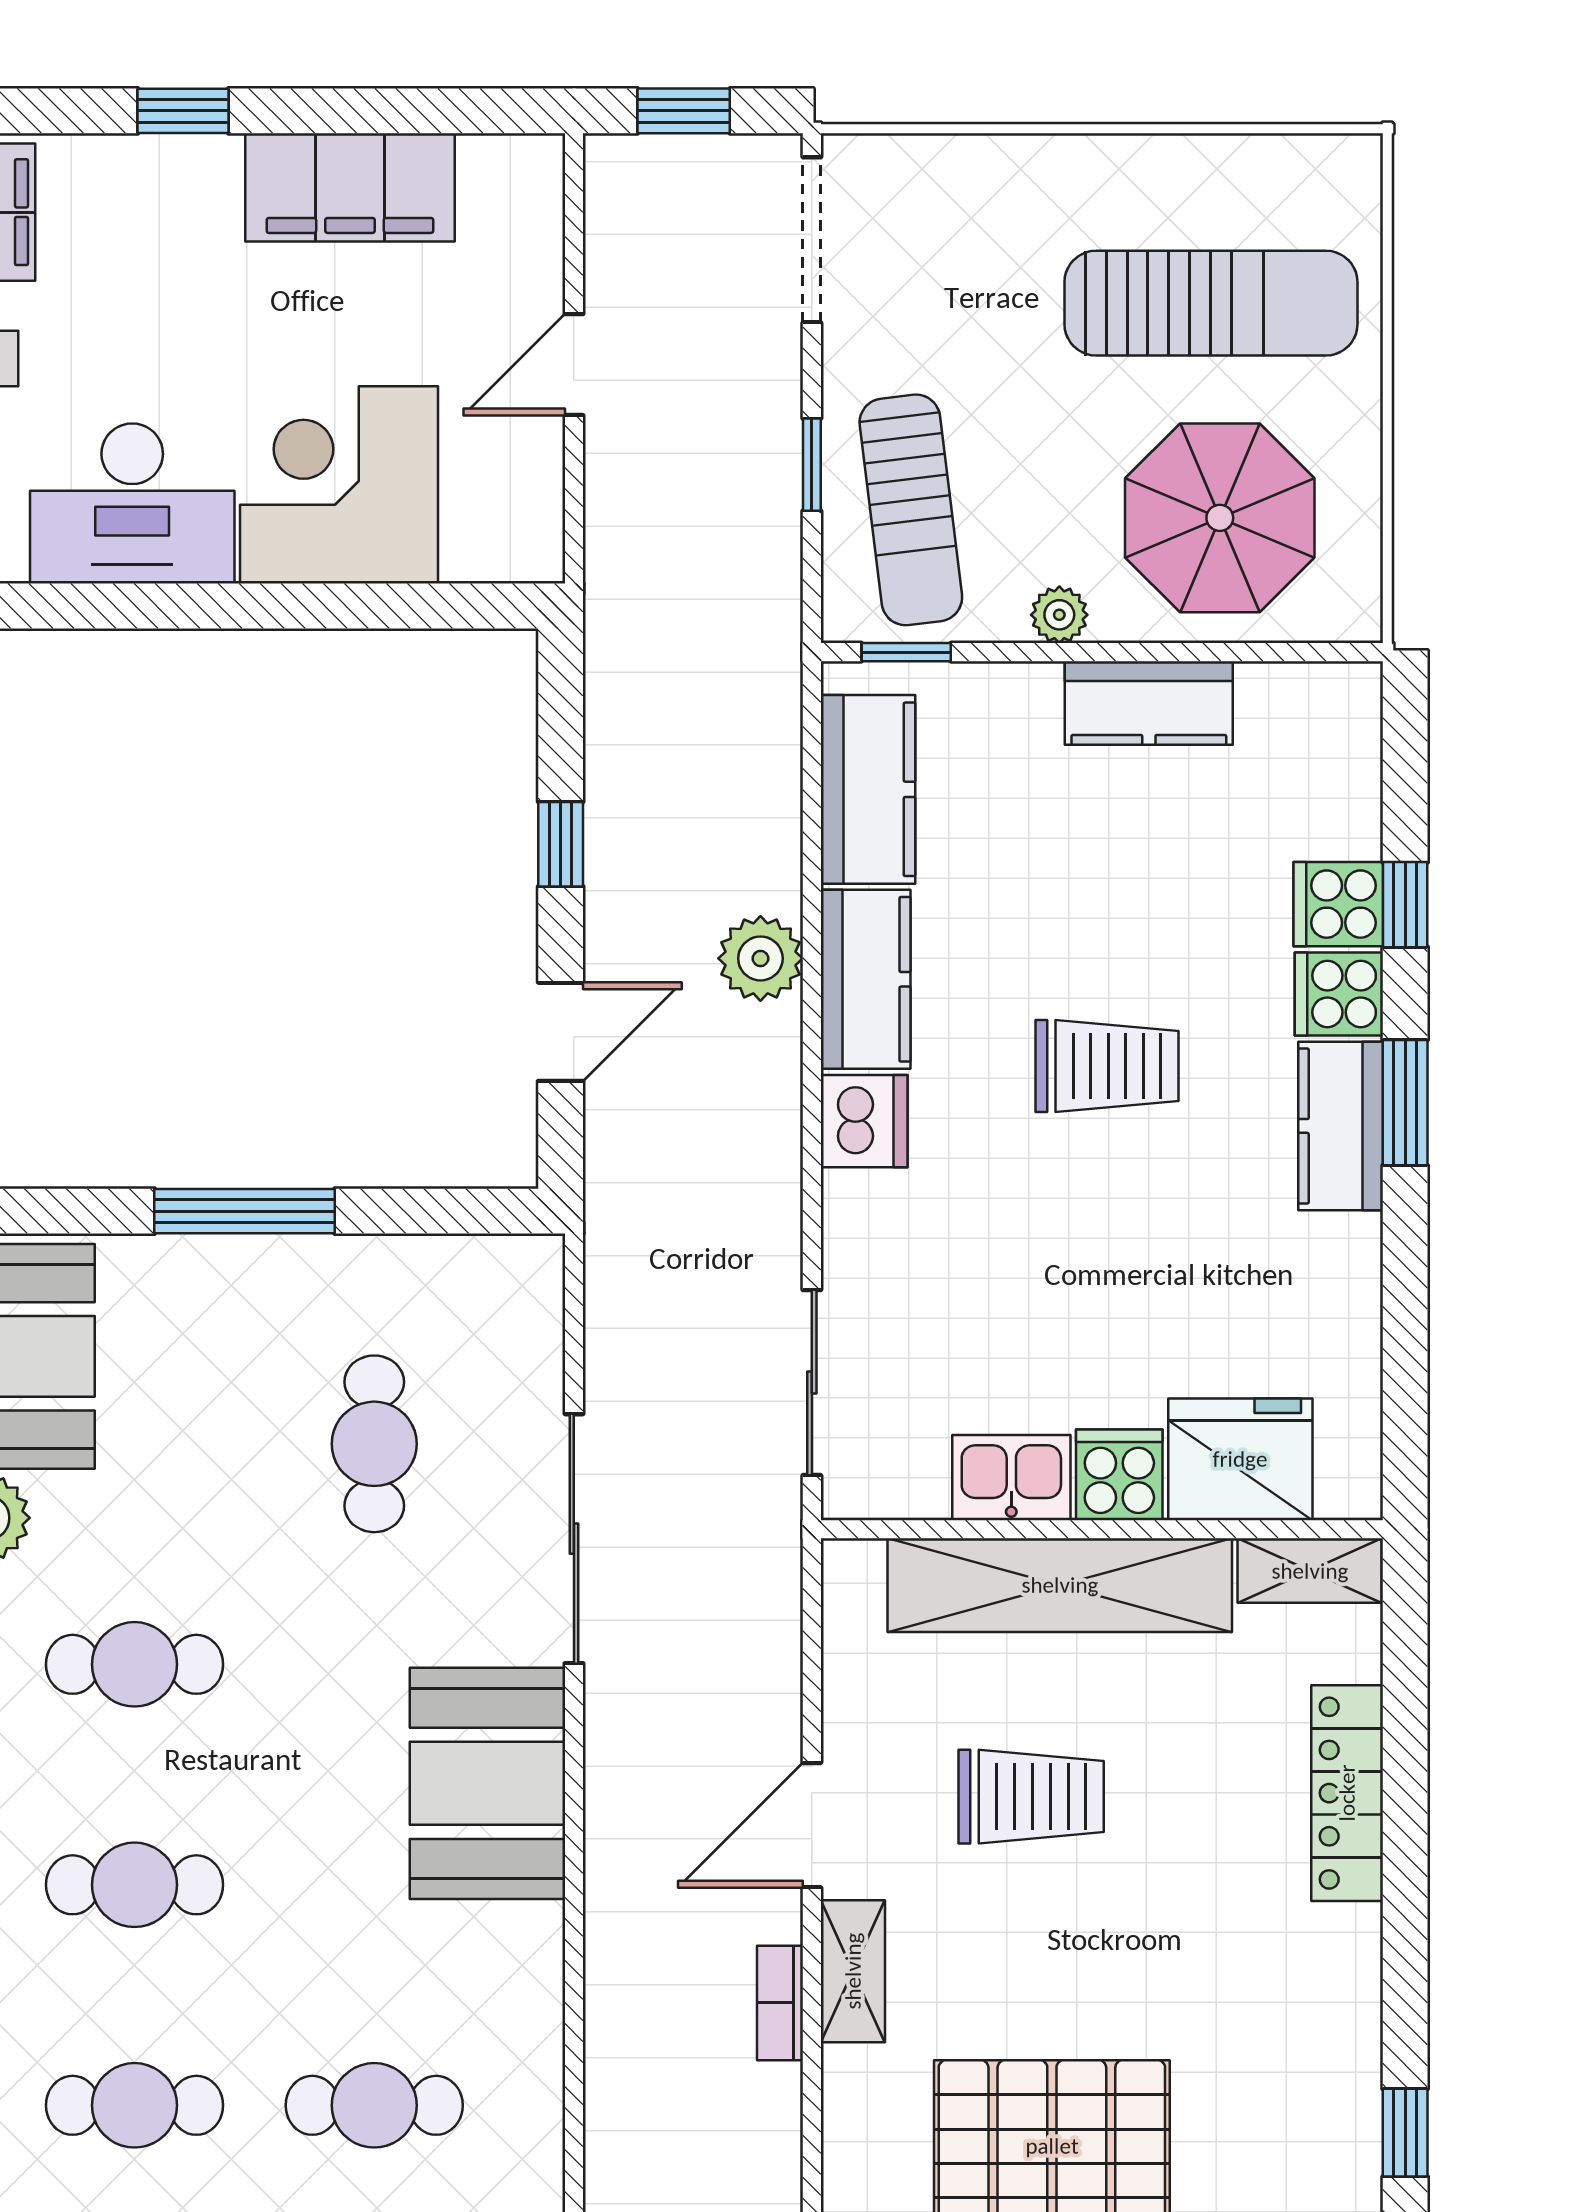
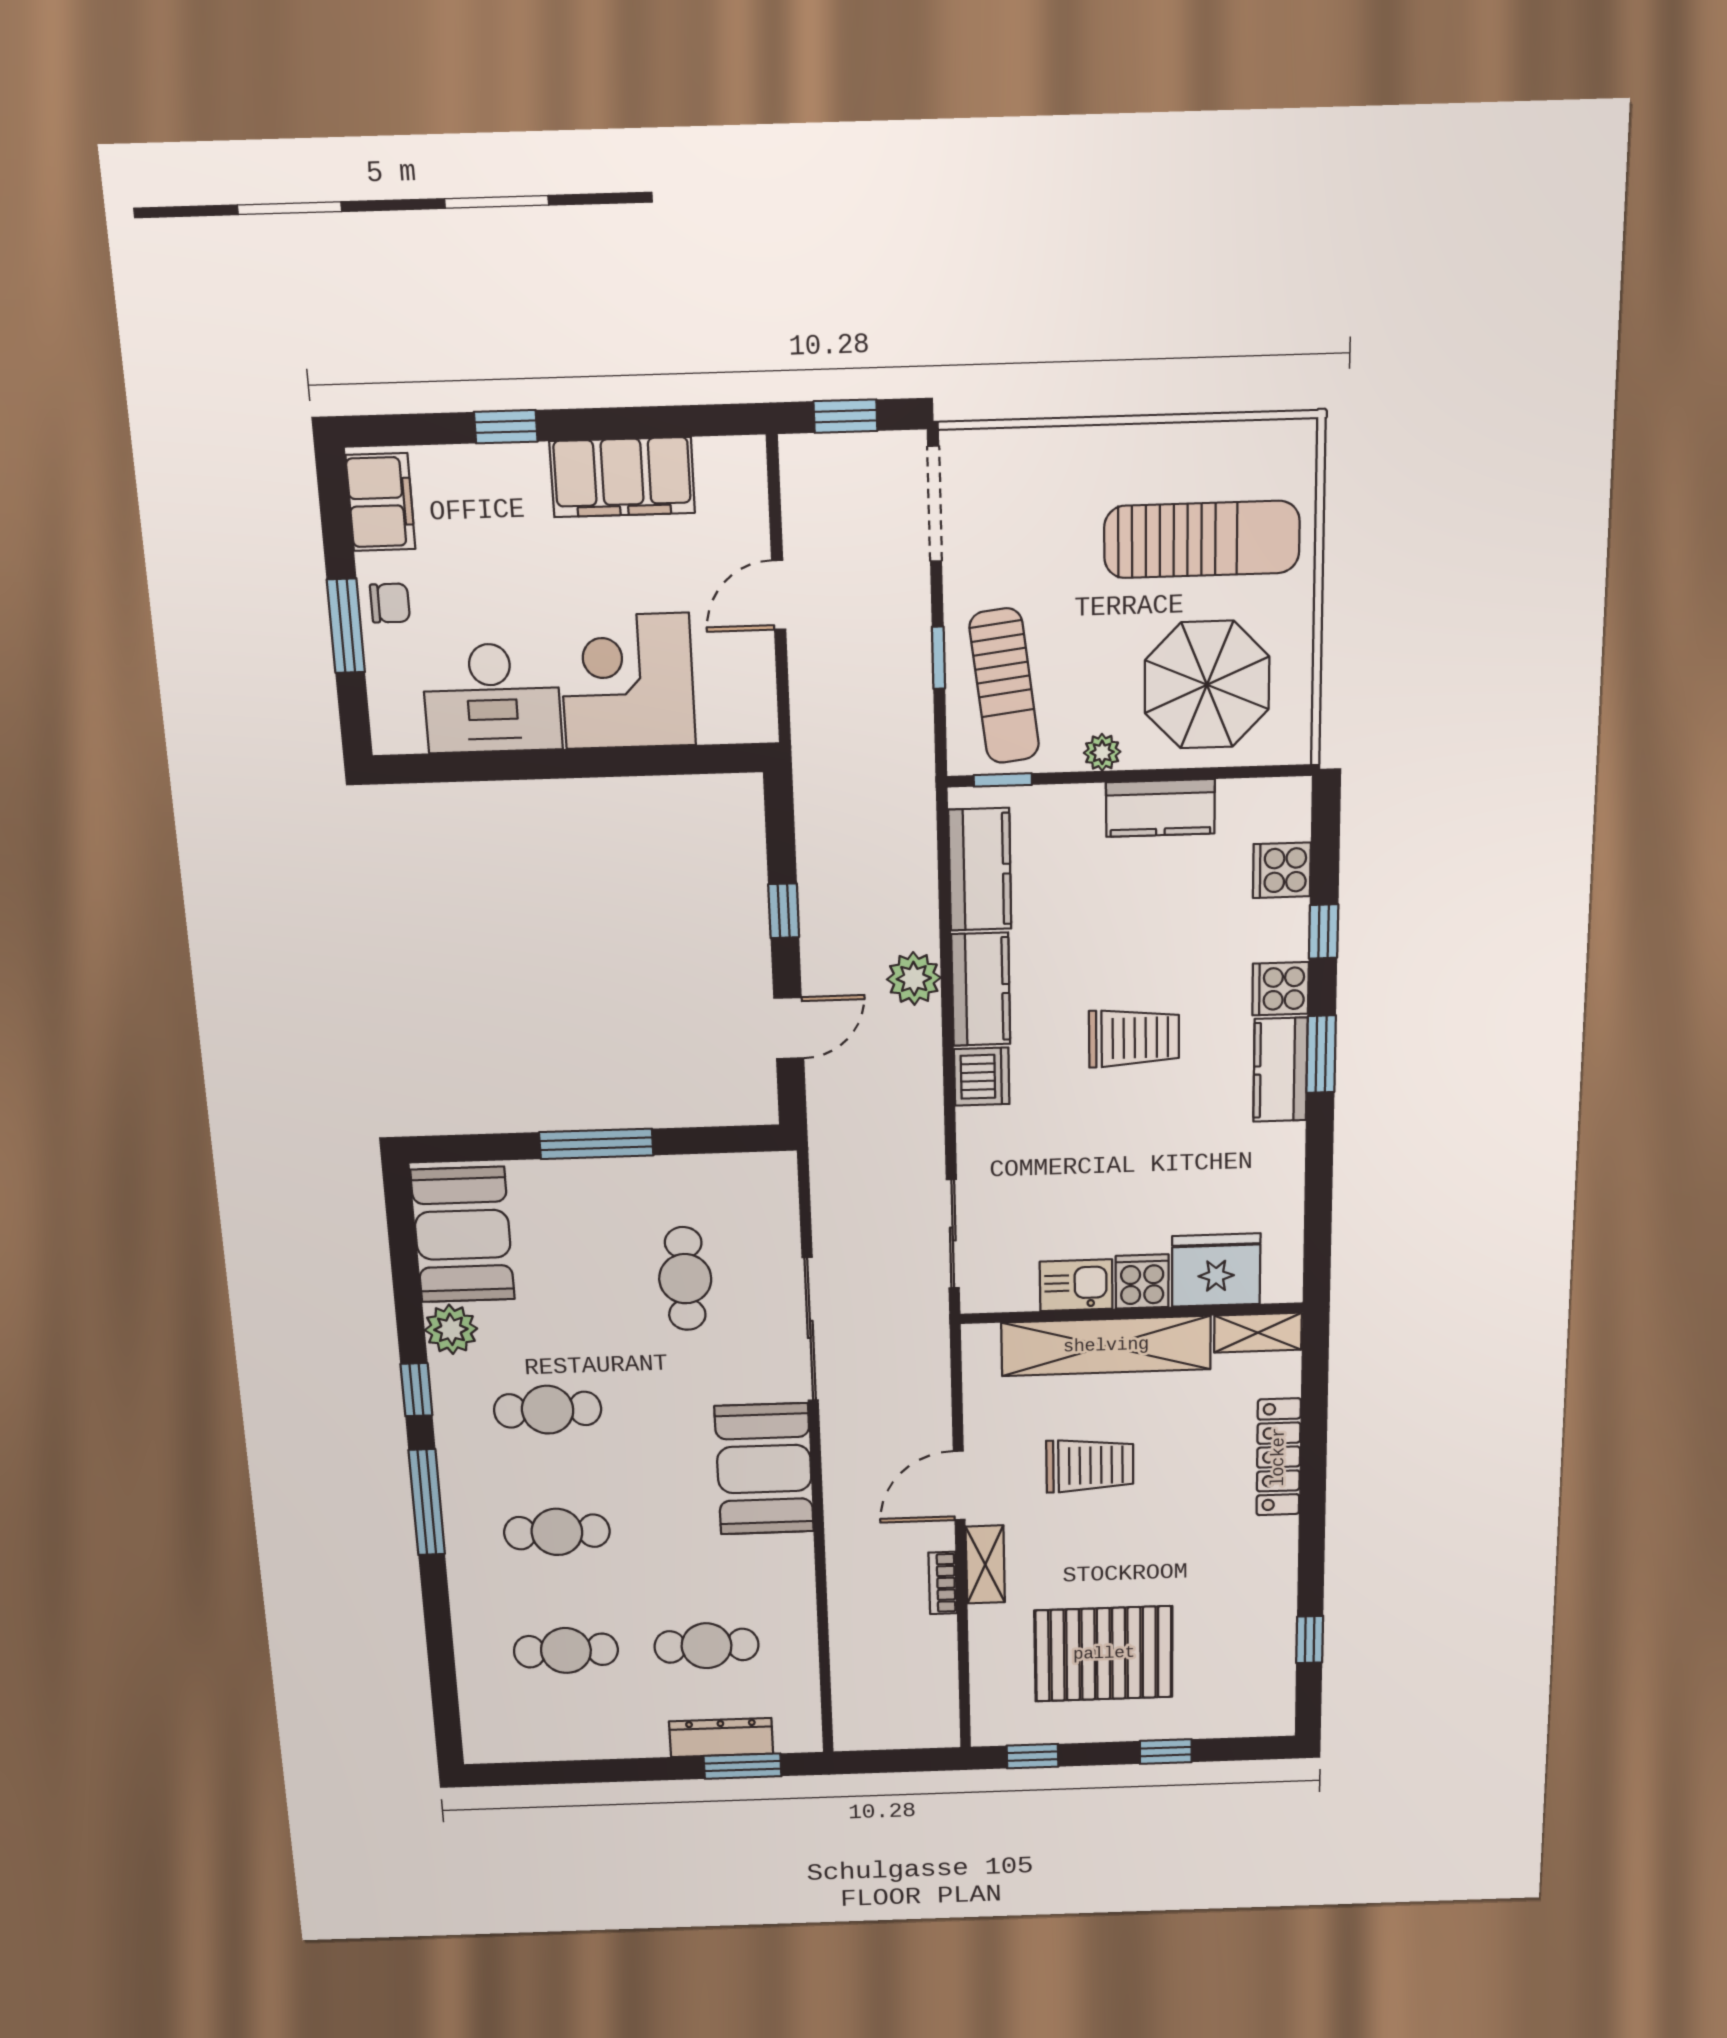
cooker: (1338, 904) -> (1282, 870), moved

